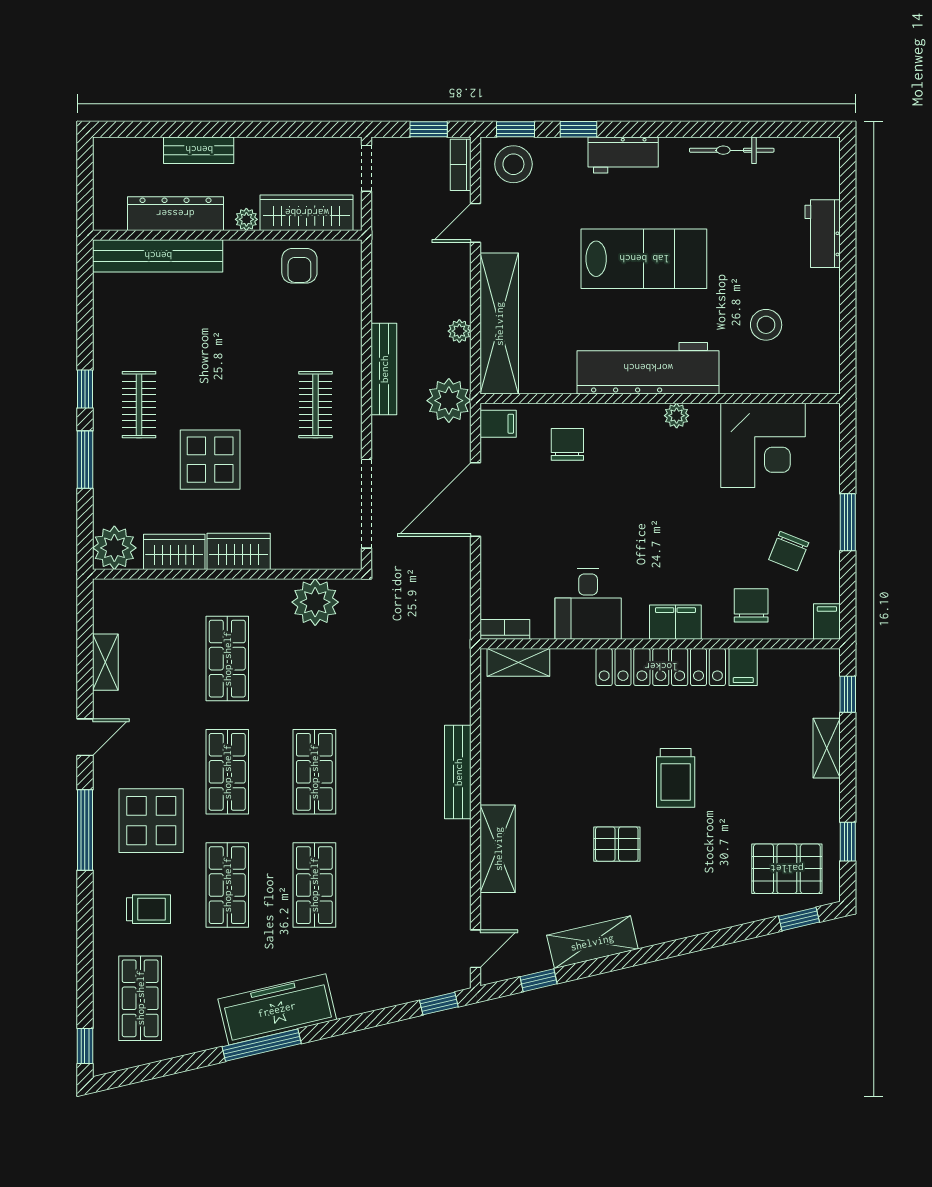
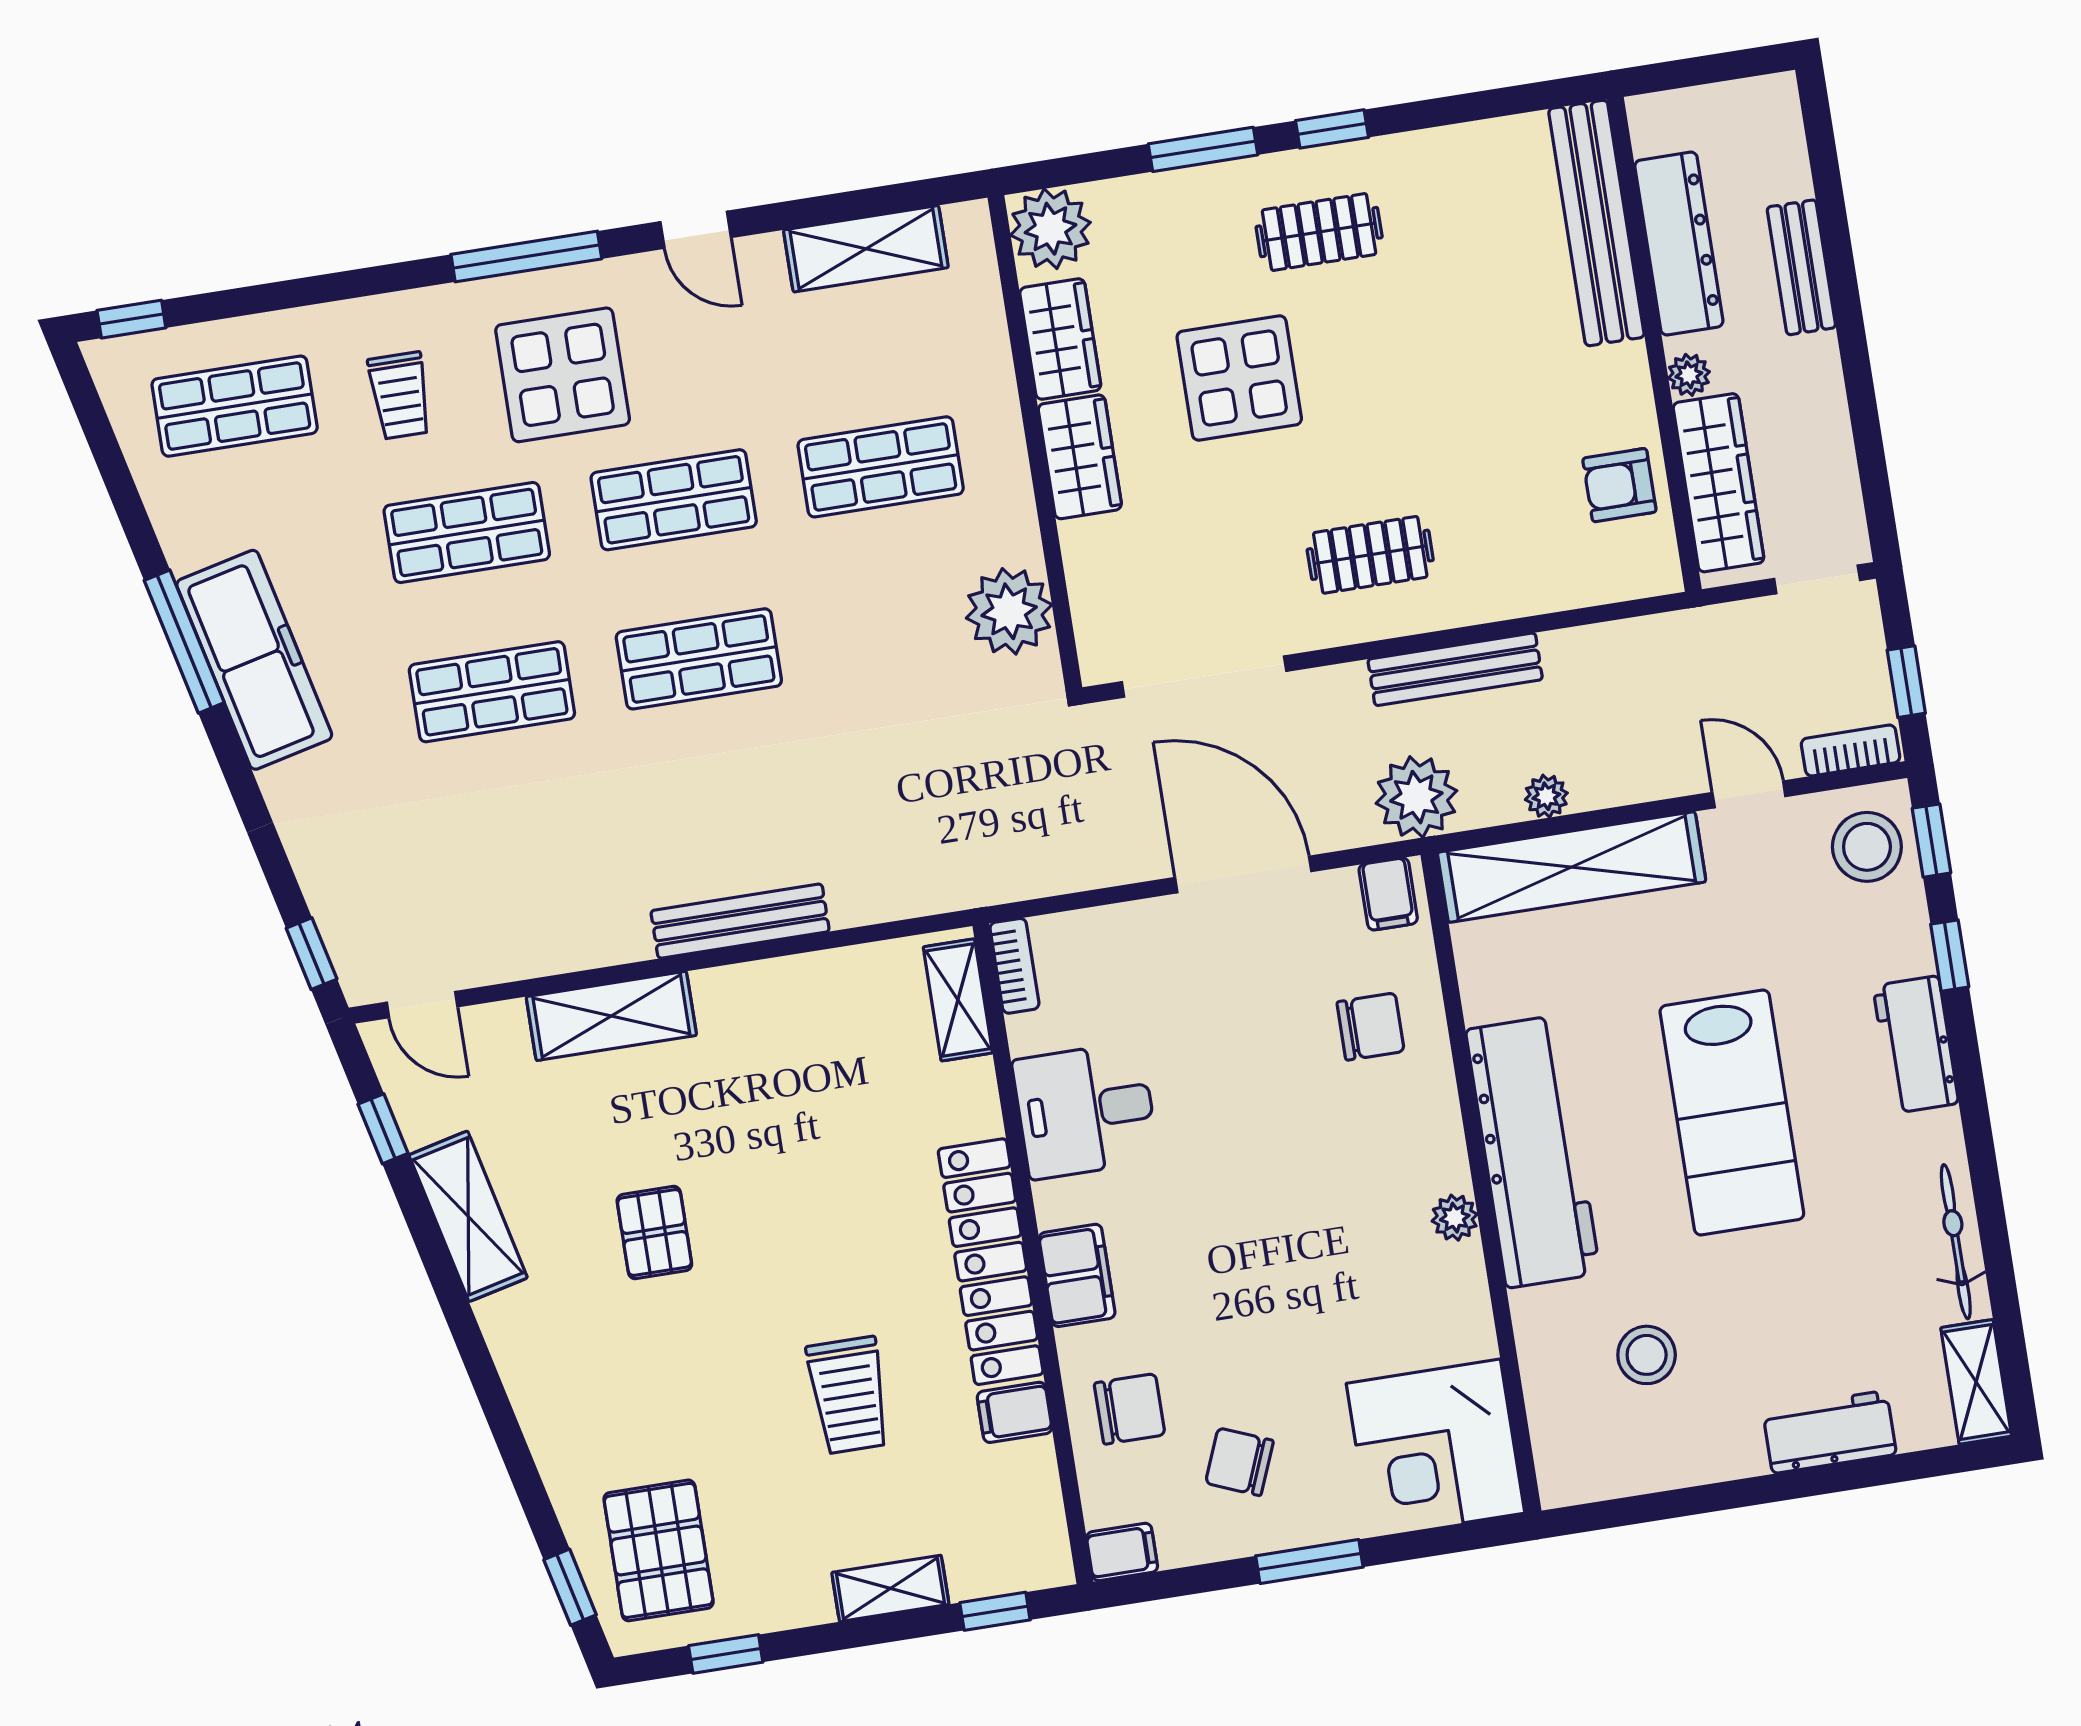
shelving: (808, 151) -> (1976, 1382), added
corner desk: (763, 445) -> (1435, 1448), moved
shelving: (105, 662) -> (866, 249), width x1.50, depth x1.33
trolley: (676, 778) -> (849, 1395), moved, turned -90

